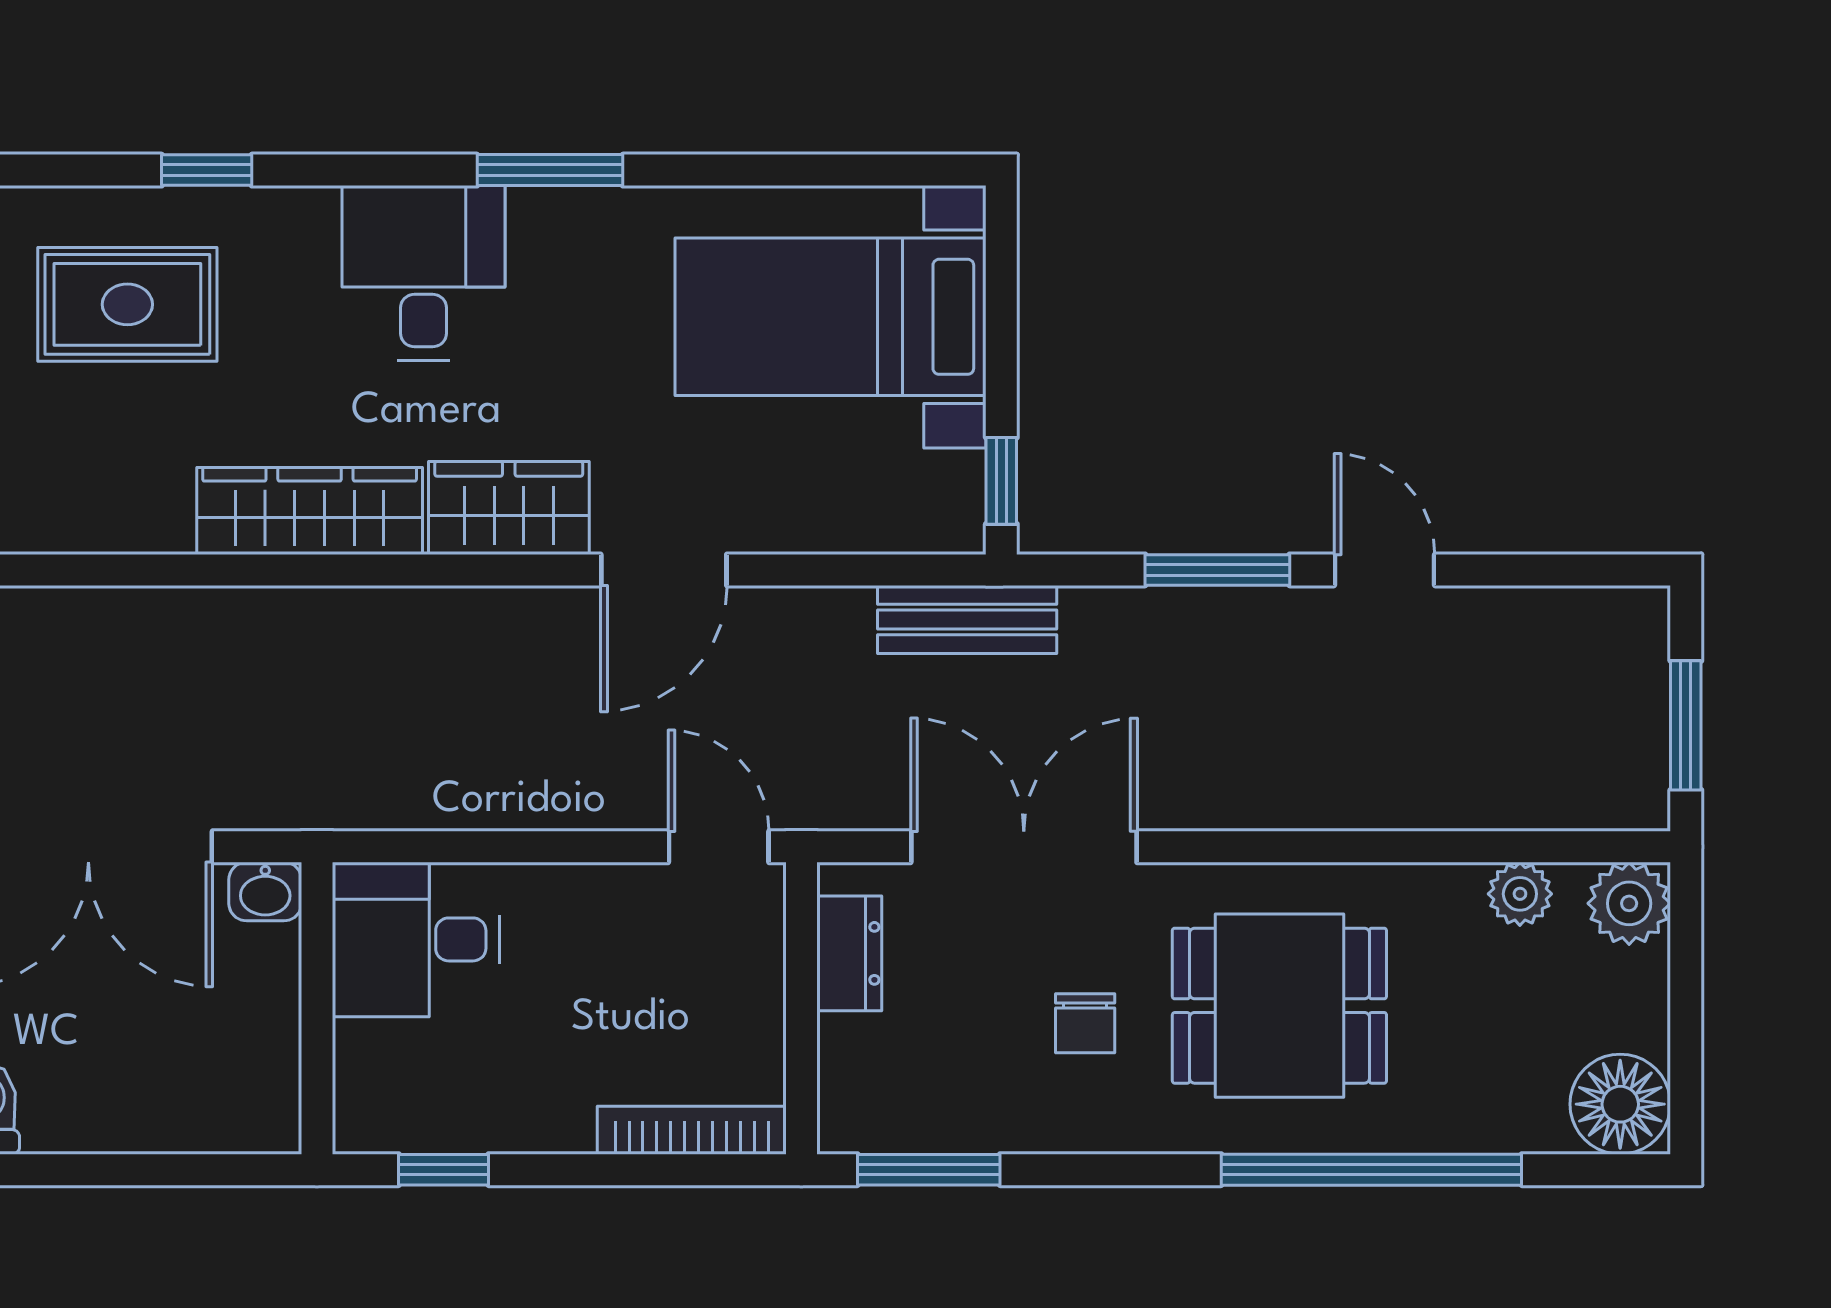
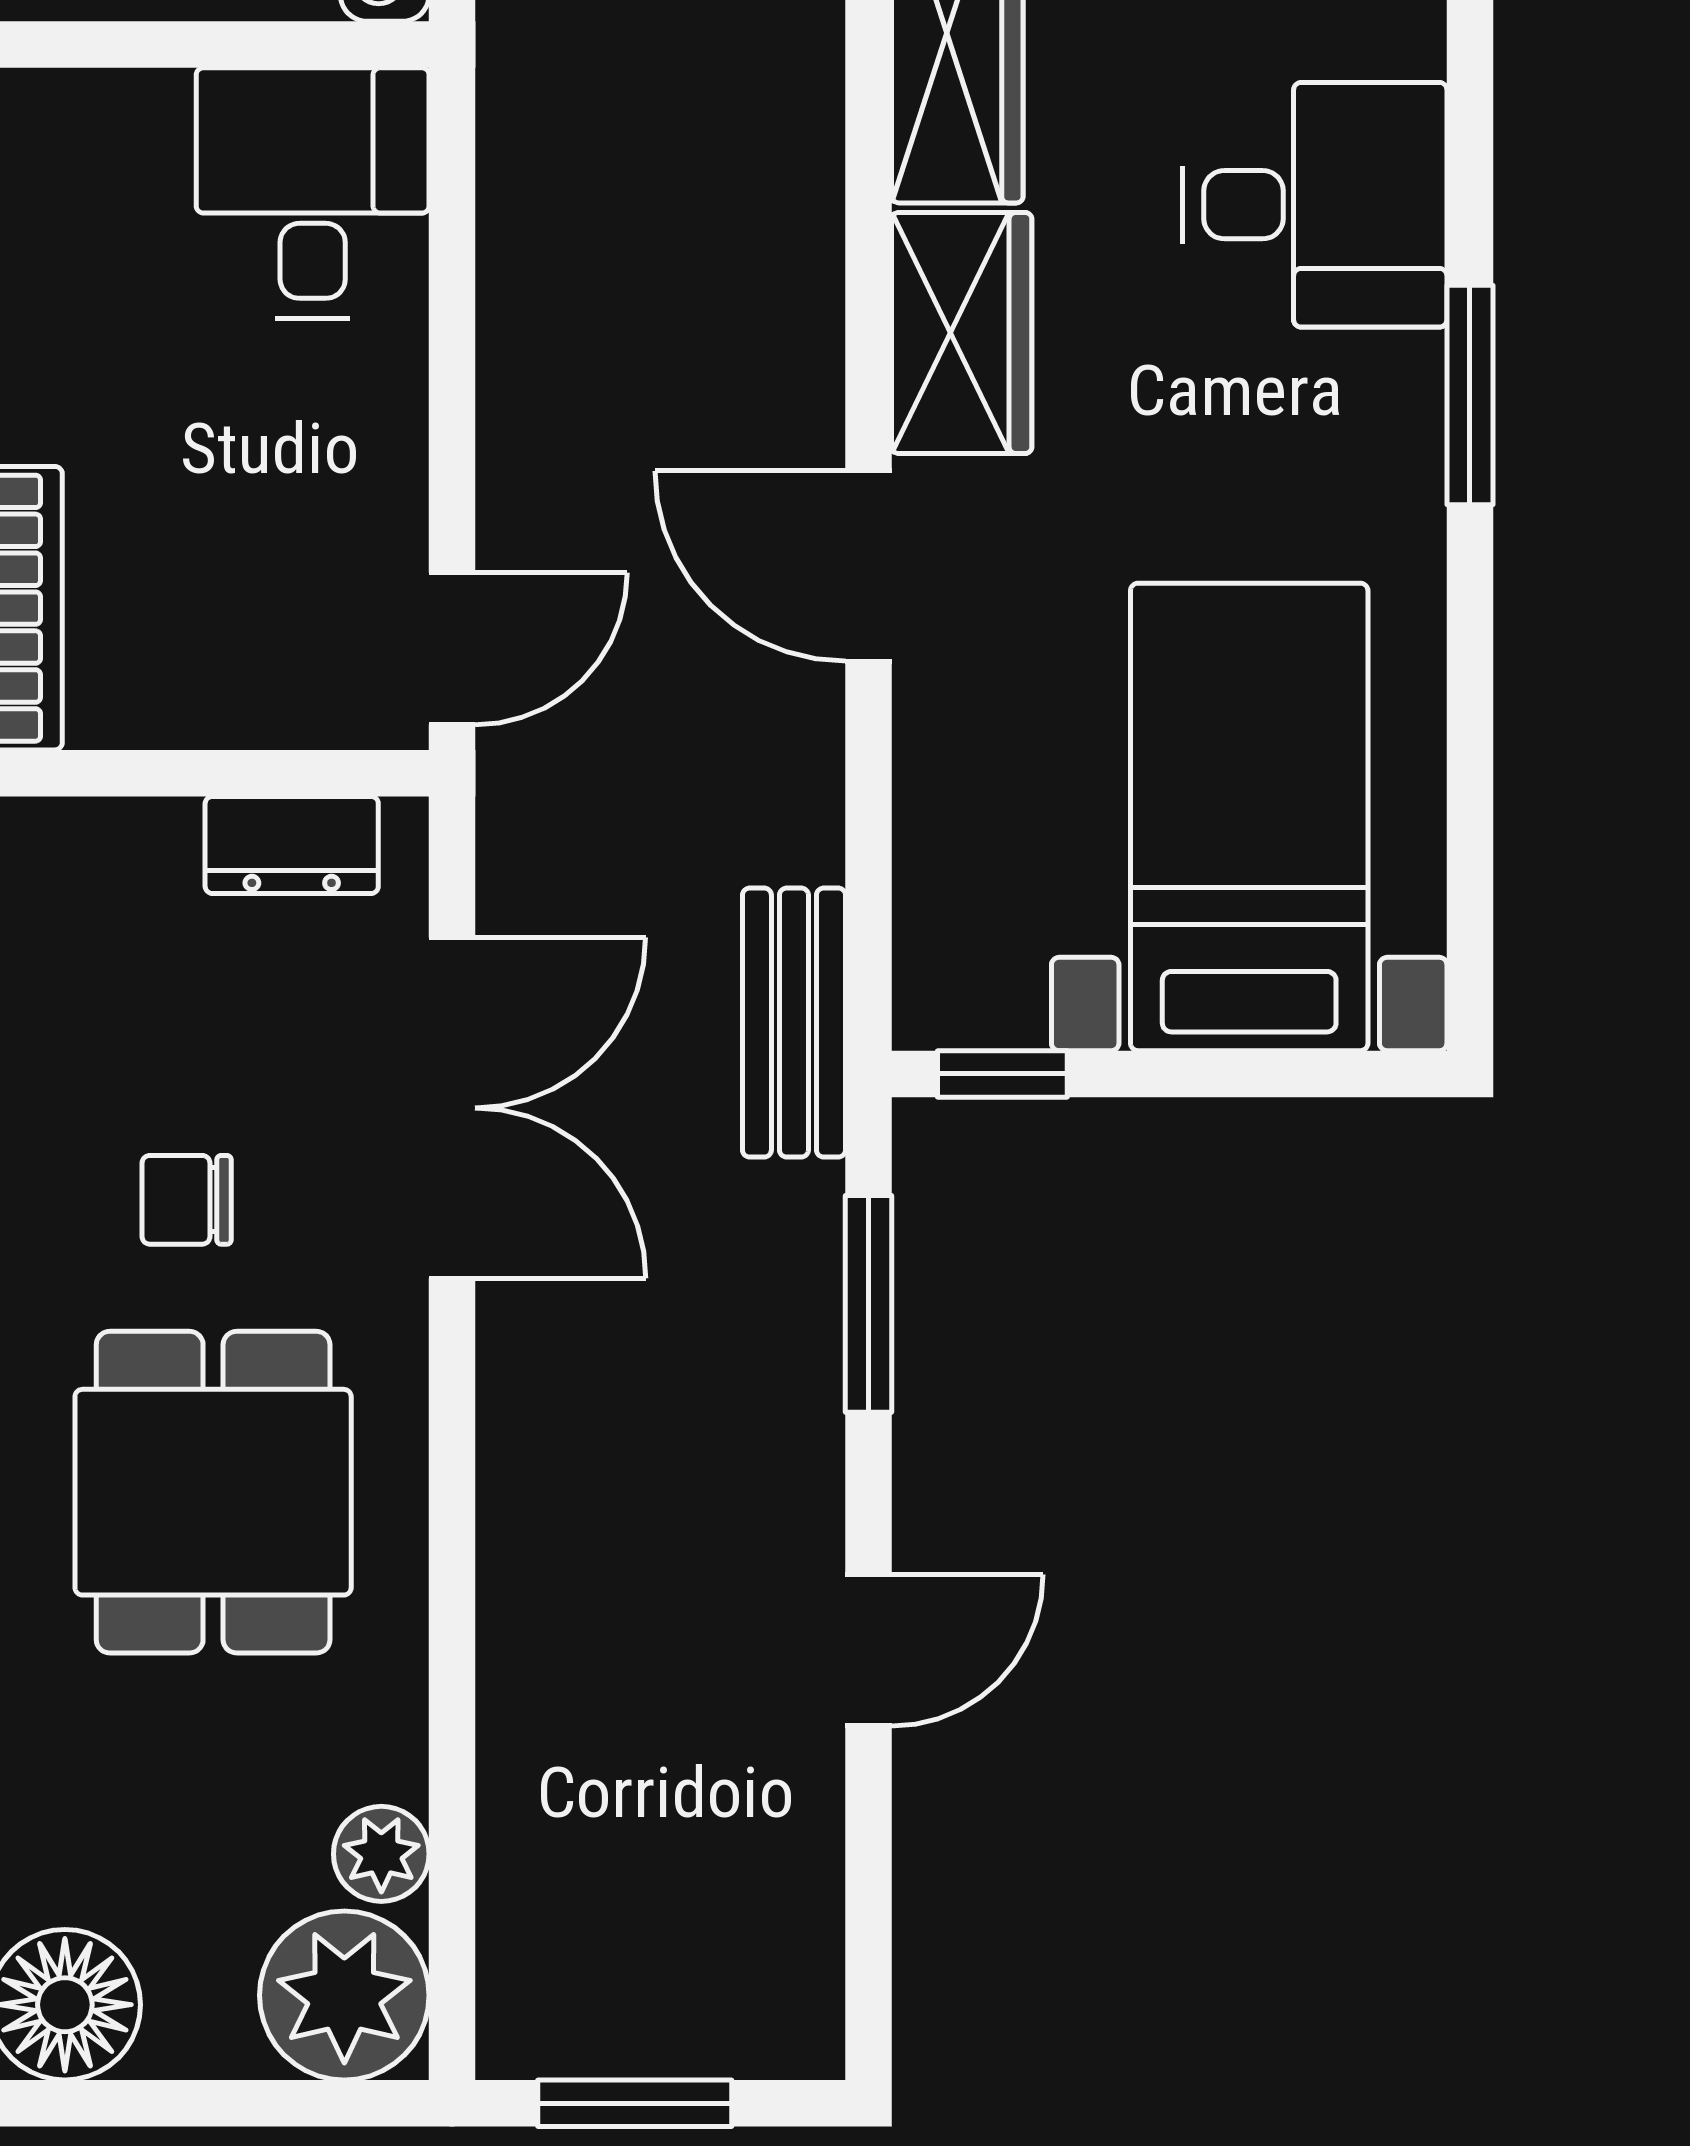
window: (1217, 570) -> (868, 1304), moved
plant: (1629, 903) -> (344, 1995), width x1.36, depth x1.36

